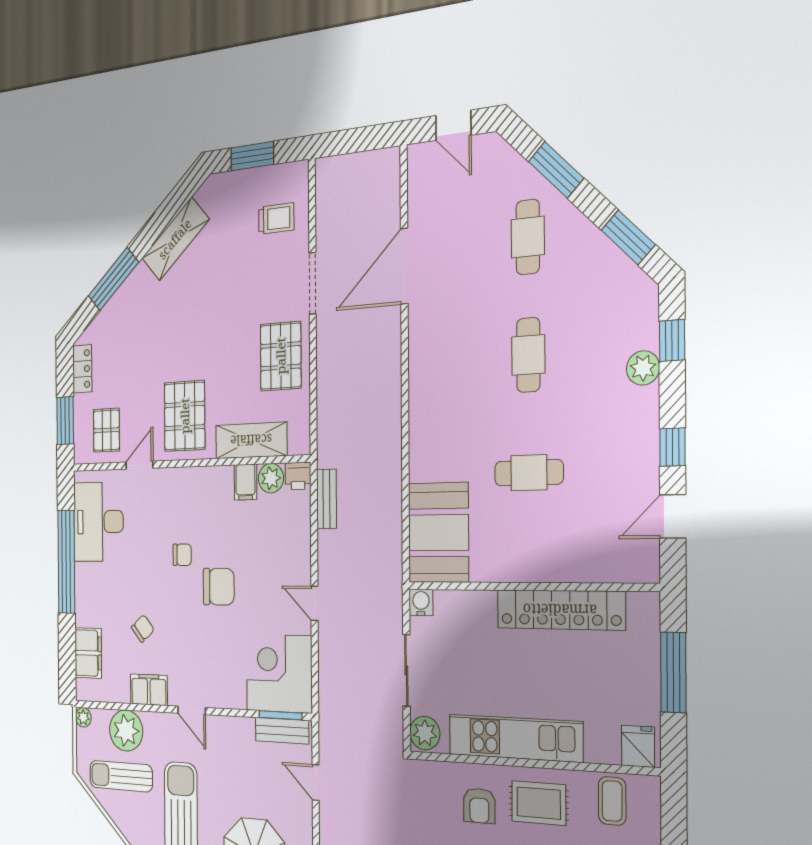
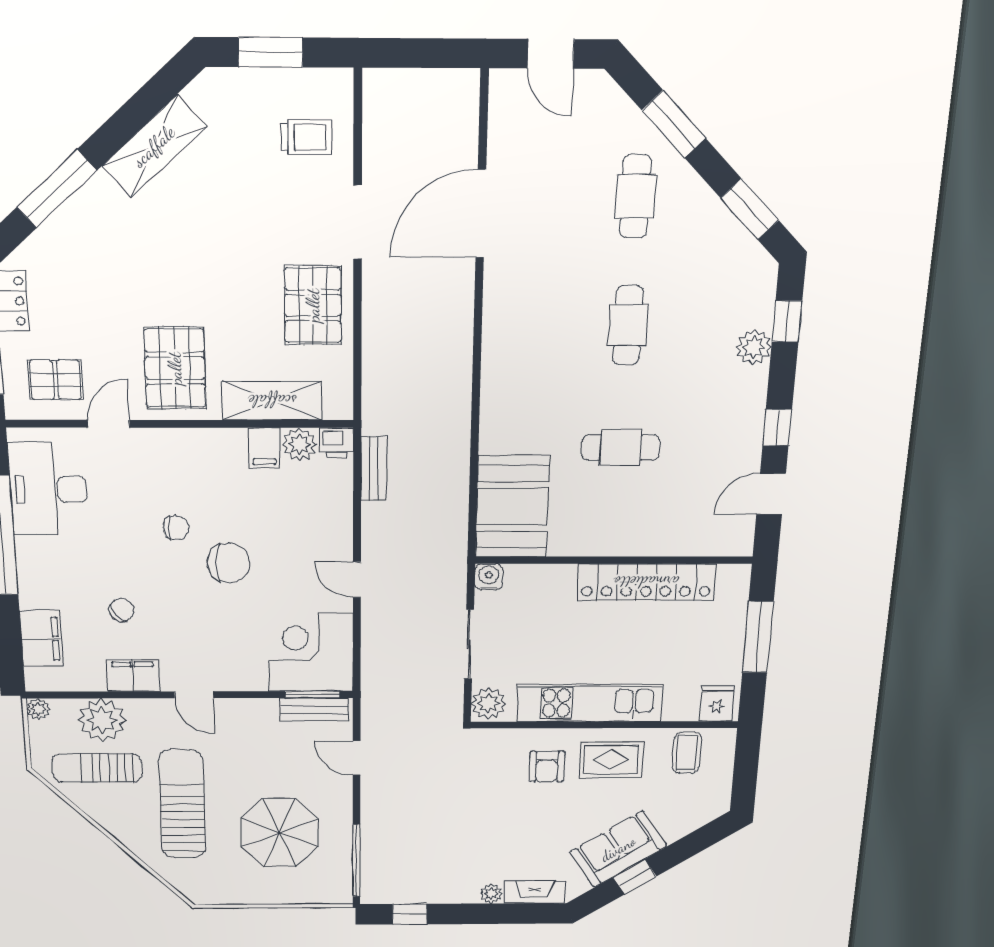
pallet: (106, 430) -> (55, 380), turned 90

